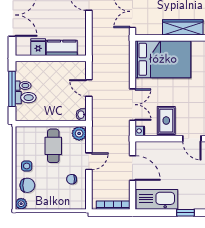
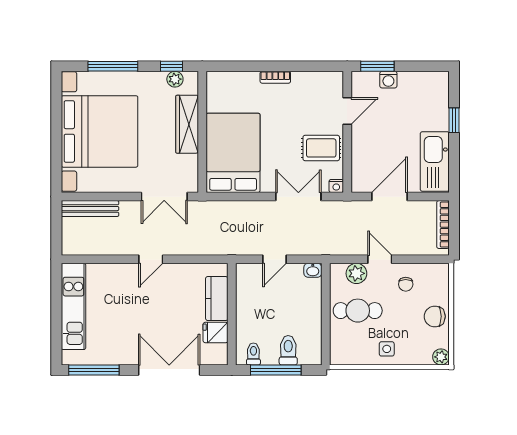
toilet: (23, 86) -> (253, 354), moved
plant: (79, 133) -> (356, 273), moved
chair: (27, 185) -> (435, 316), moved, turned -90

